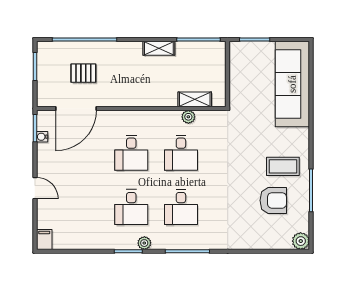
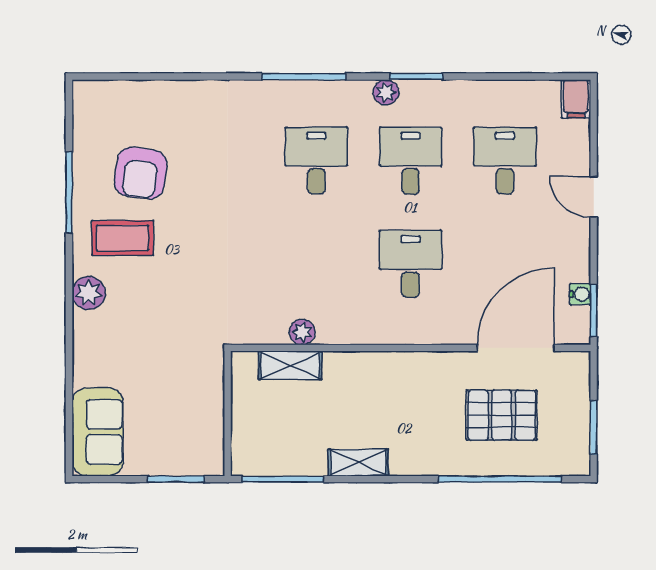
pallet: (83, 73) -> (502, 415), width x1.50, depth x1.42
sofa: (292, 84) -> (98, 432), width x0.54, depth x0.79
desk: (181, 153) -> (505, 161), moved
armchair: (273, 200) -> (141, 173), turned -82
plant: (301, 241) -> (89, 293), moved

